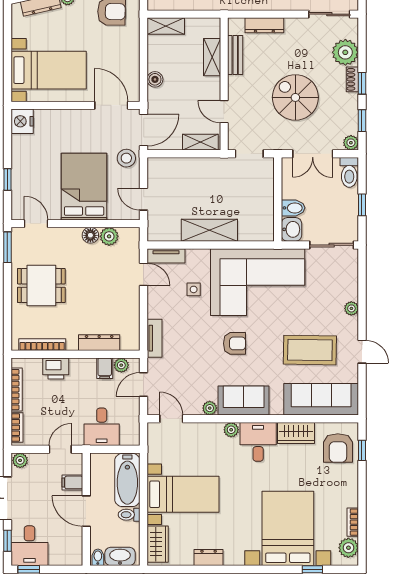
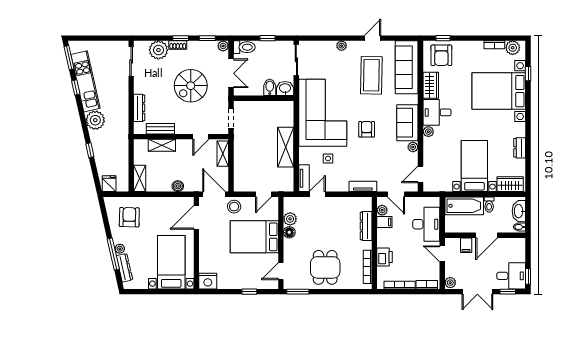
desk: (102, 427) -> (426, 224), width x1.37
armchair: (338, 448) -> (441, 55), turned 90

